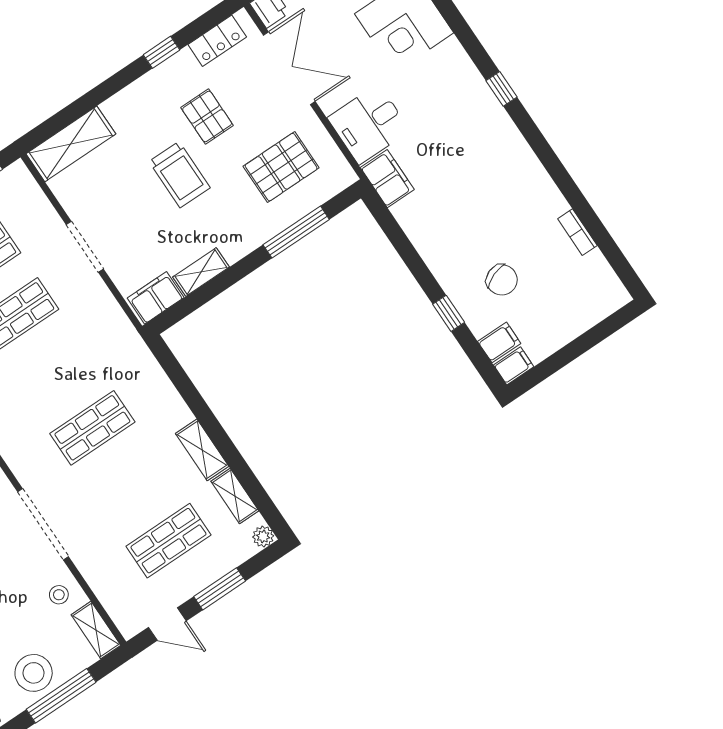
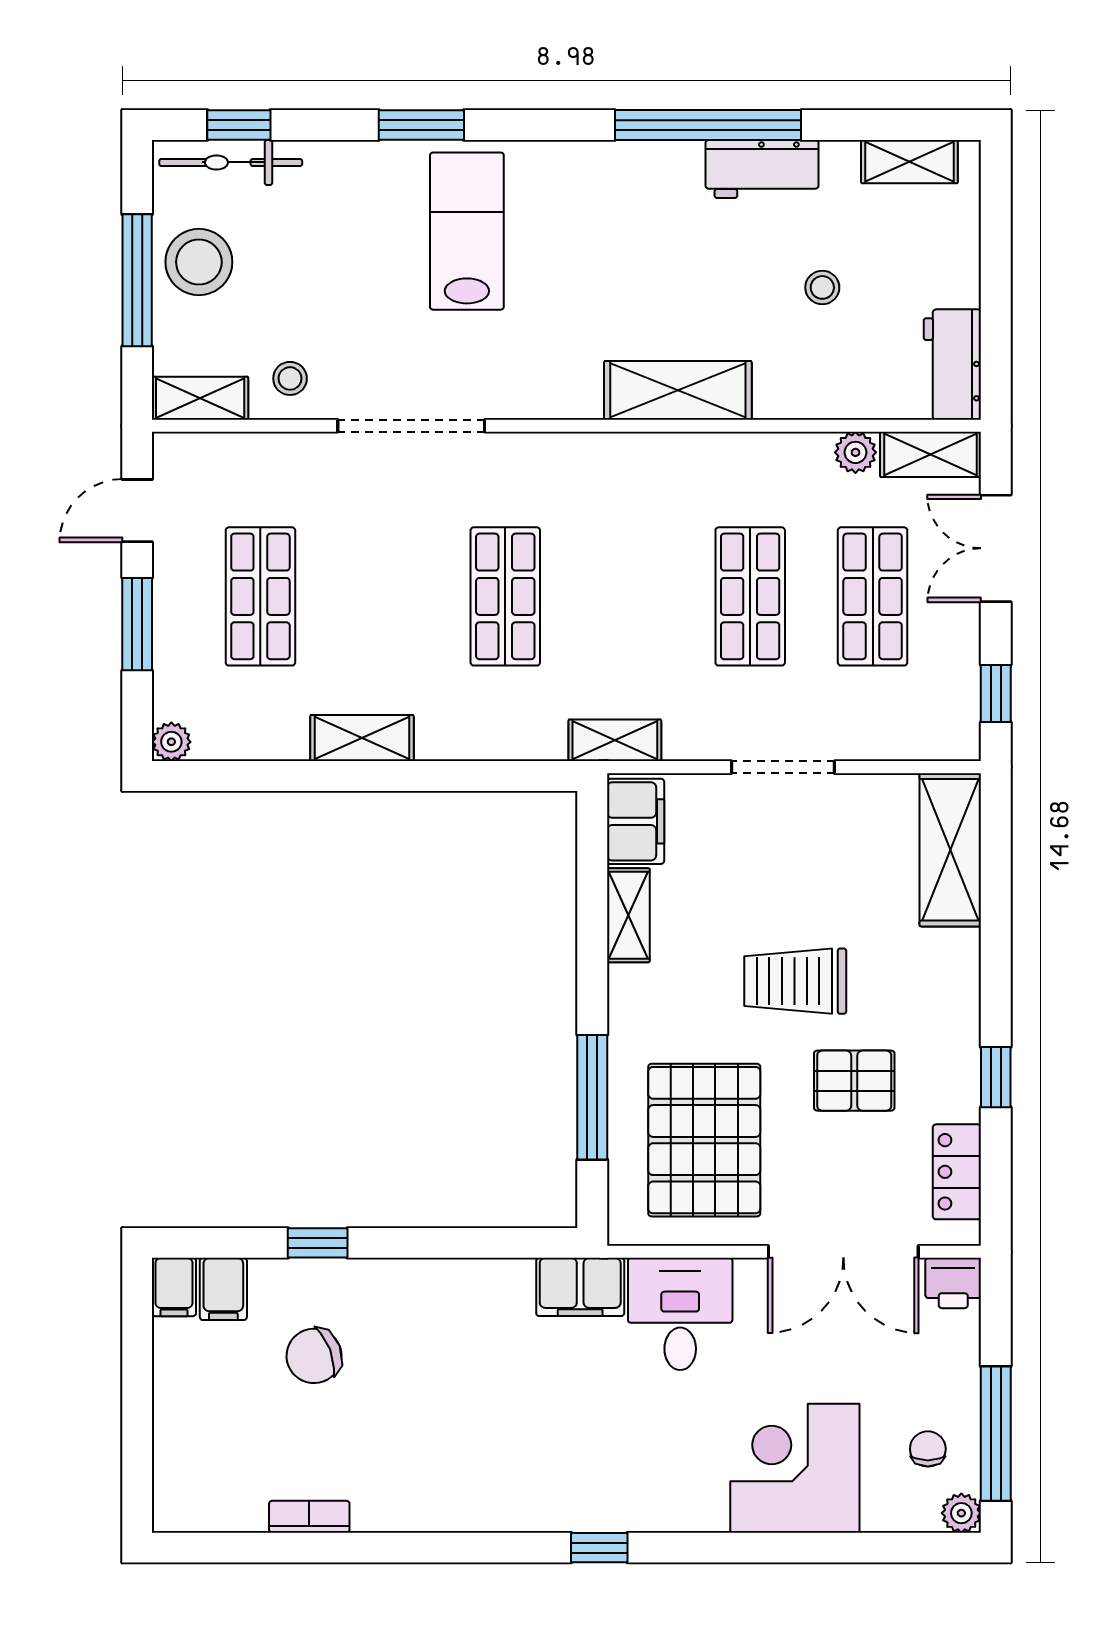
pallet: (281, 167) -> (704, 1140), width x1.37, depth x1.41
shelving: (235, 496) -> (615, 740), moved

